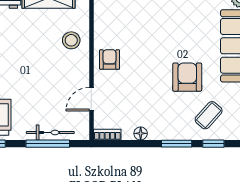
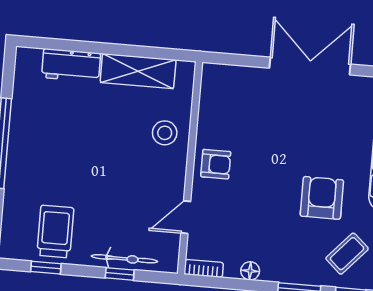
armchair: (110, 60) -> (216, 164), turned 90
window: (48, 144) -> (120, 274), width x0.46

